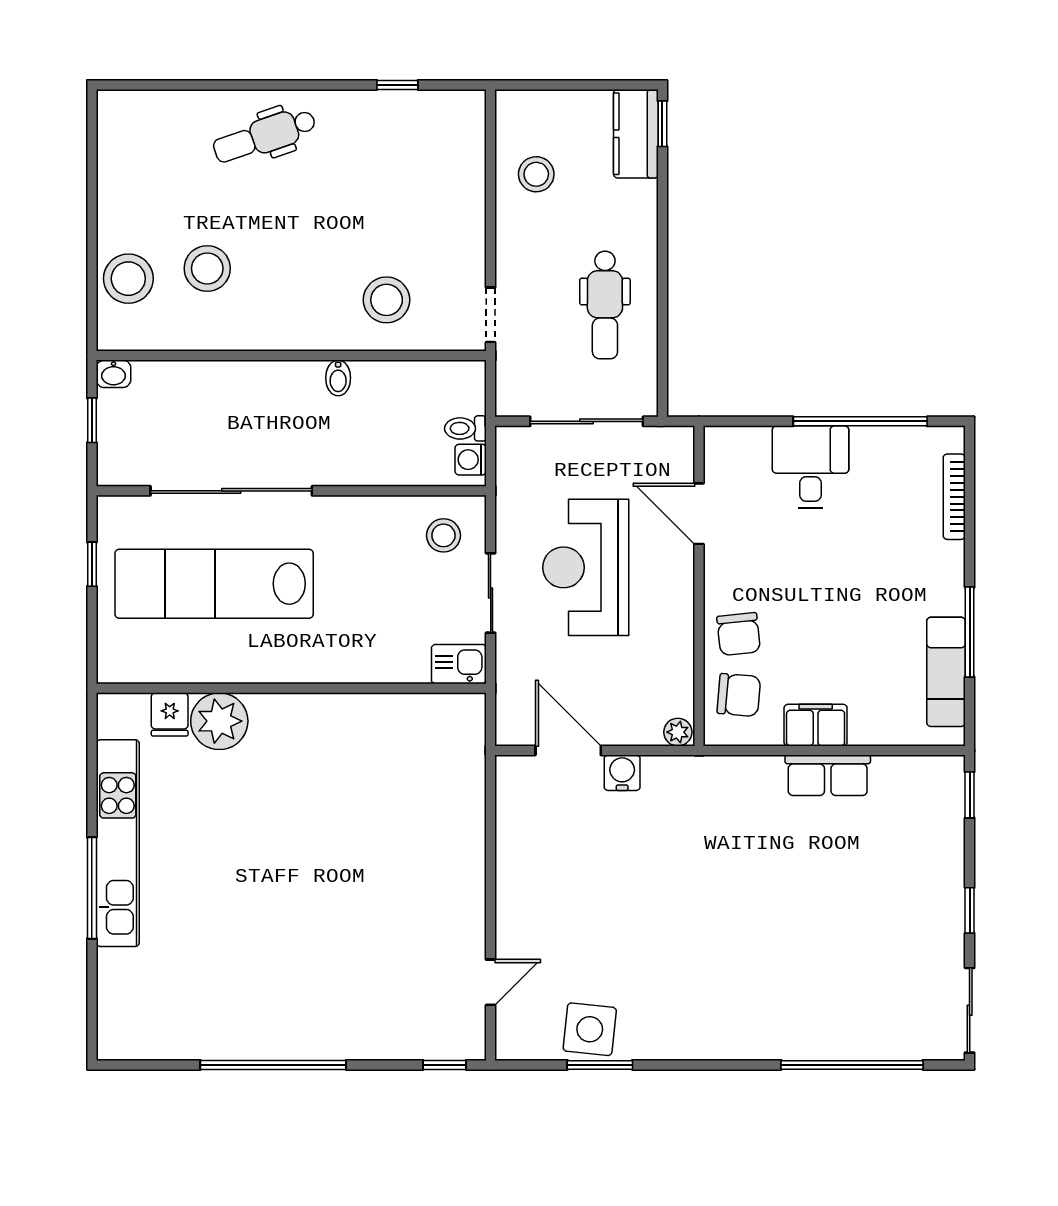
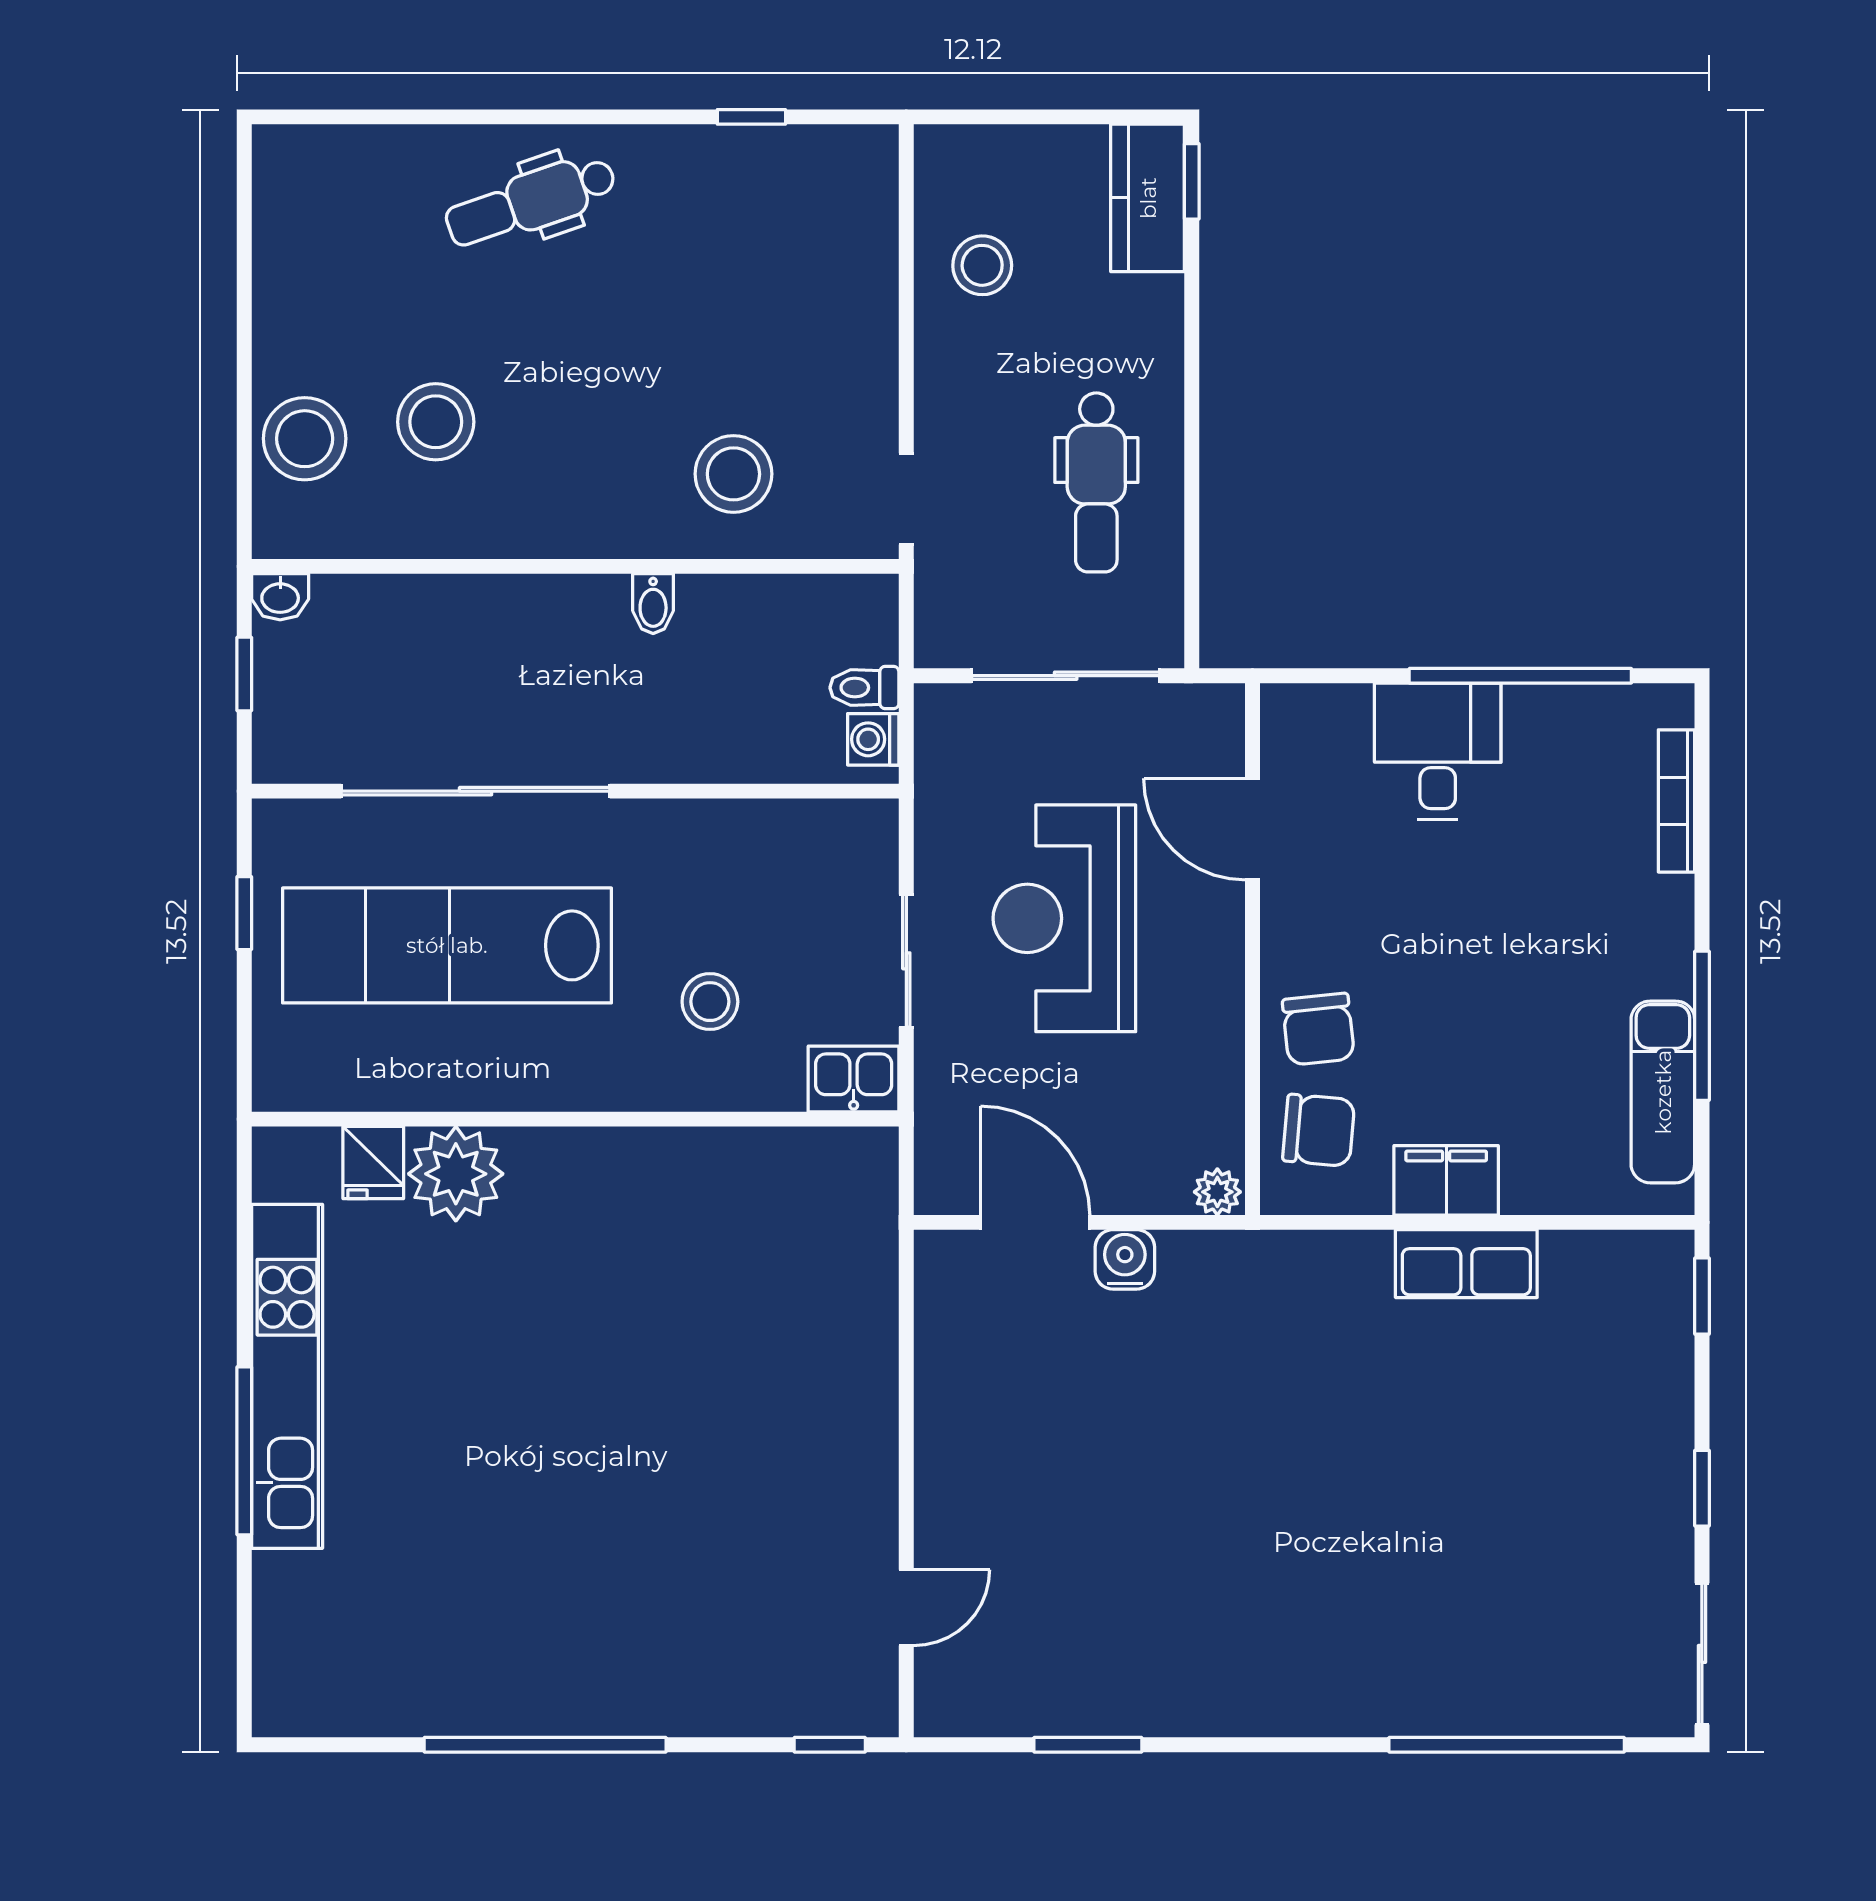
stool: (443, 535) -> (710, 1002), moved
side table: (590, 1029) -> (1071, 1686), removed

